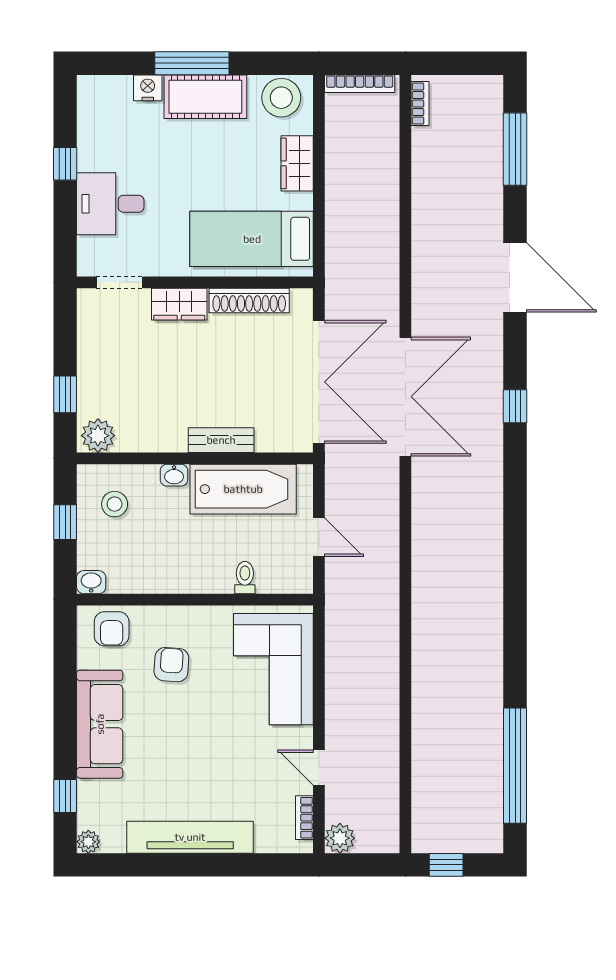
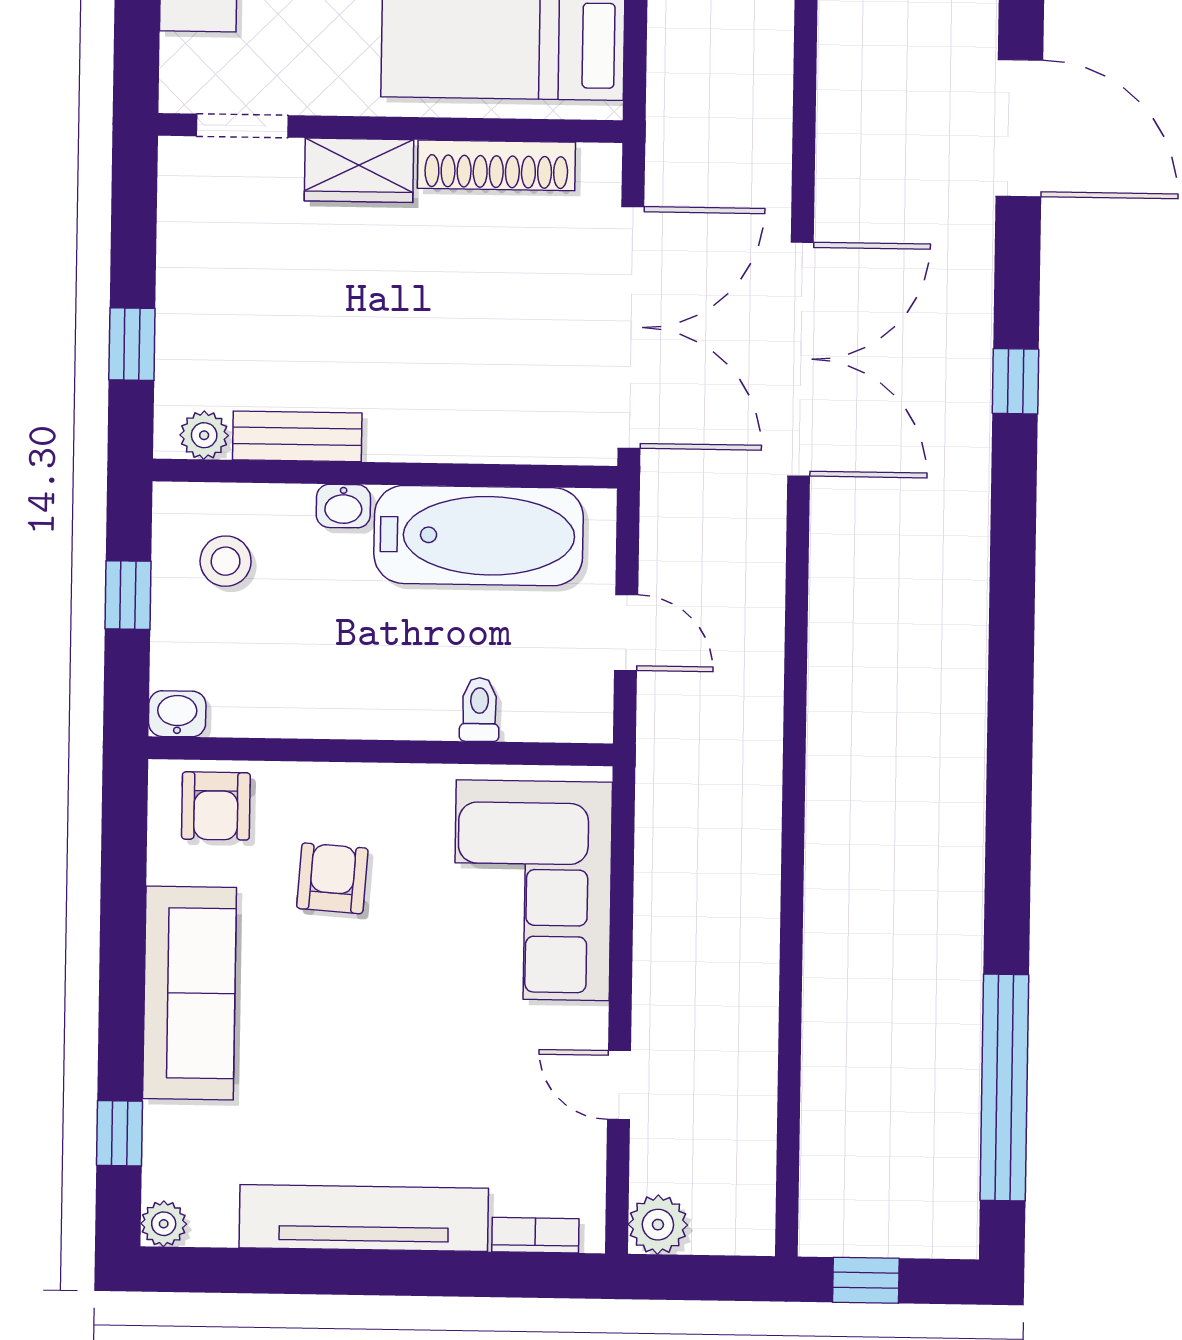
plant: (98, 436) -> (204, 435), width x0.73, depth x0.73
bench: (221, 440) -> (297, 436), moved
bookcase: (304, 818) -> (535, 1235), moved, turned 90

